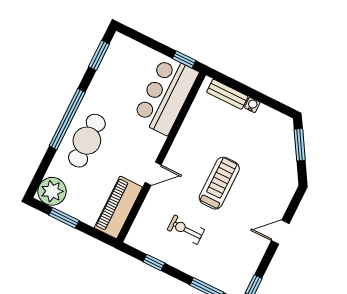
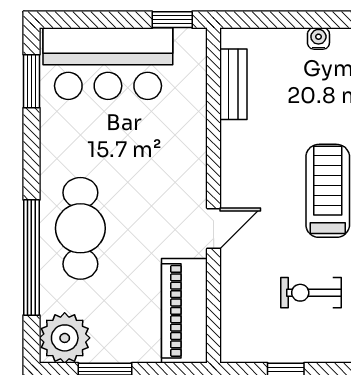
bench: (227, 94) -> (233, 84), moved, turned 90
bar counter: (166, 95) -> (108, 64), moved, turned -90
window: (67, 119) -> (31, 257), moved

